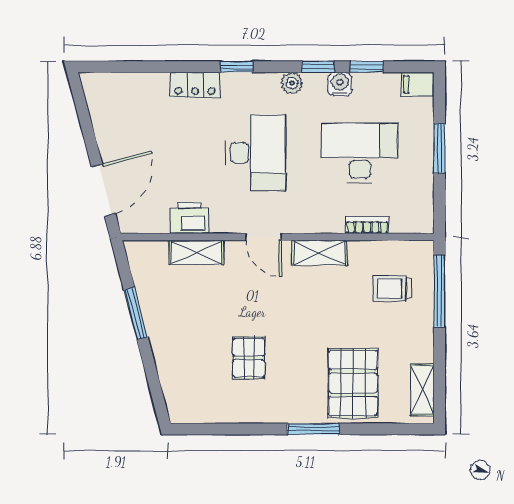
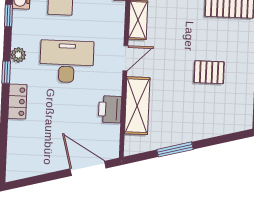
plant: (292, 83) -> (18, 55), moved
shelving: (196, 253) -> (137, 106), width x1.50, depth x1.33

